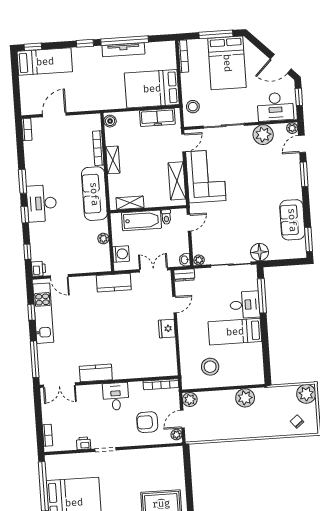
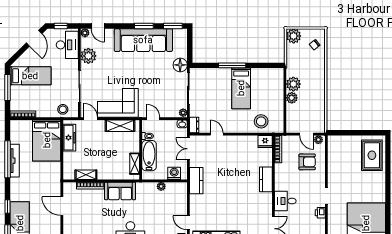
window: (85, 43) -> (8, 206), moved
bed: (227, 63) -> (30, 76), width x0.67
door: (54, 115) -> (62, 206), moved
boiler: (110, 121) -> (70, 175), removed
shelving: (113, 160) -> (86, 175), moved
window: (304, 174) -> (144, 26), moved
sofa: (94, 194) -> (120, 191), width x0.73
sofa: (292, 220) -> (143, 40), width x1.85, depth x1.27
door: (59, 276) -> (188, 223), swing flipped
window: (262, 296) -> (232, 65), moved
desk: (245, 305) -> (221, 79), removed
fridge: (167, 329) -> (265, 142), moved
stool: (210, 367) -> (261, 121), moved
kitchen counter: (96, 373) -> (266, 179), moved
desk: (116, 396) -> (285, 201), moved
plant: (190, 399) -> (292, 98), moved
armchair: (147, 422) -> (307, 162), turned -90

